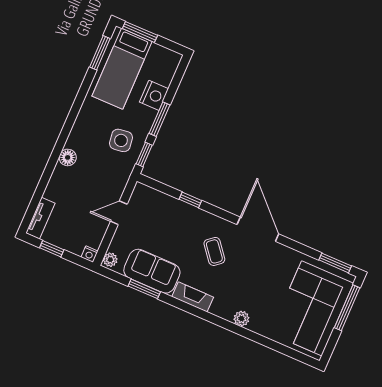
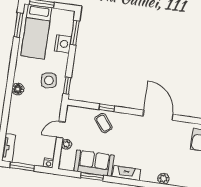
window: (159, 119) -> (75, 33), moved
floor lamp: (68, 157) -> (18, 89), moved
window: (52, 249) -> (22, 166), width x1.50
coffee table: (214, 251) -> (103, 123), moved
plant: (110, 260) -> (66, 144), moved

